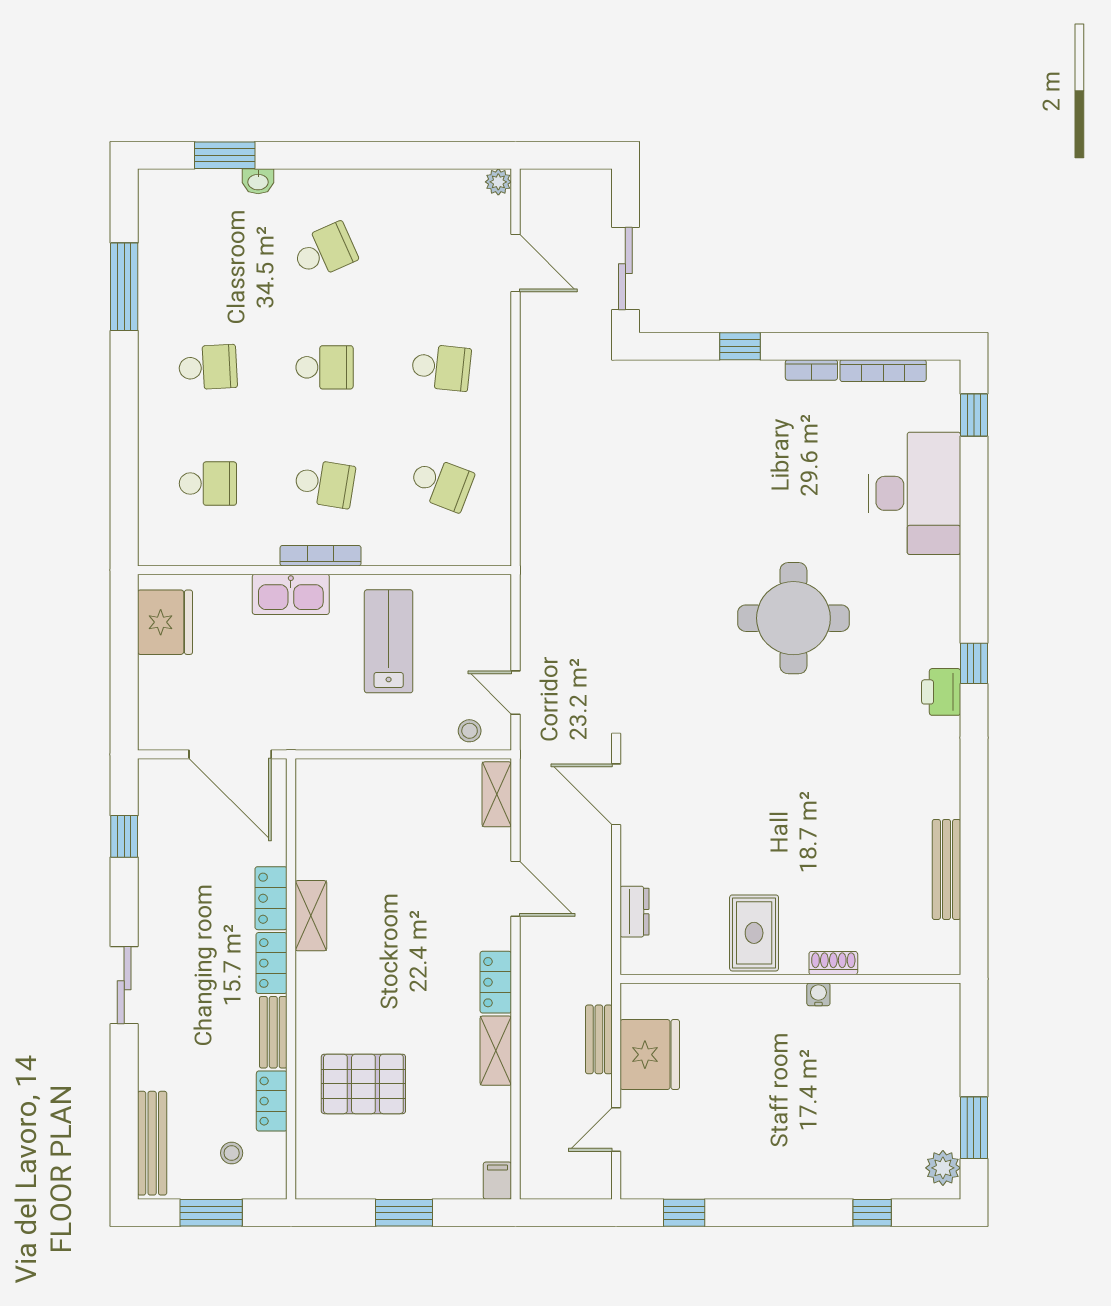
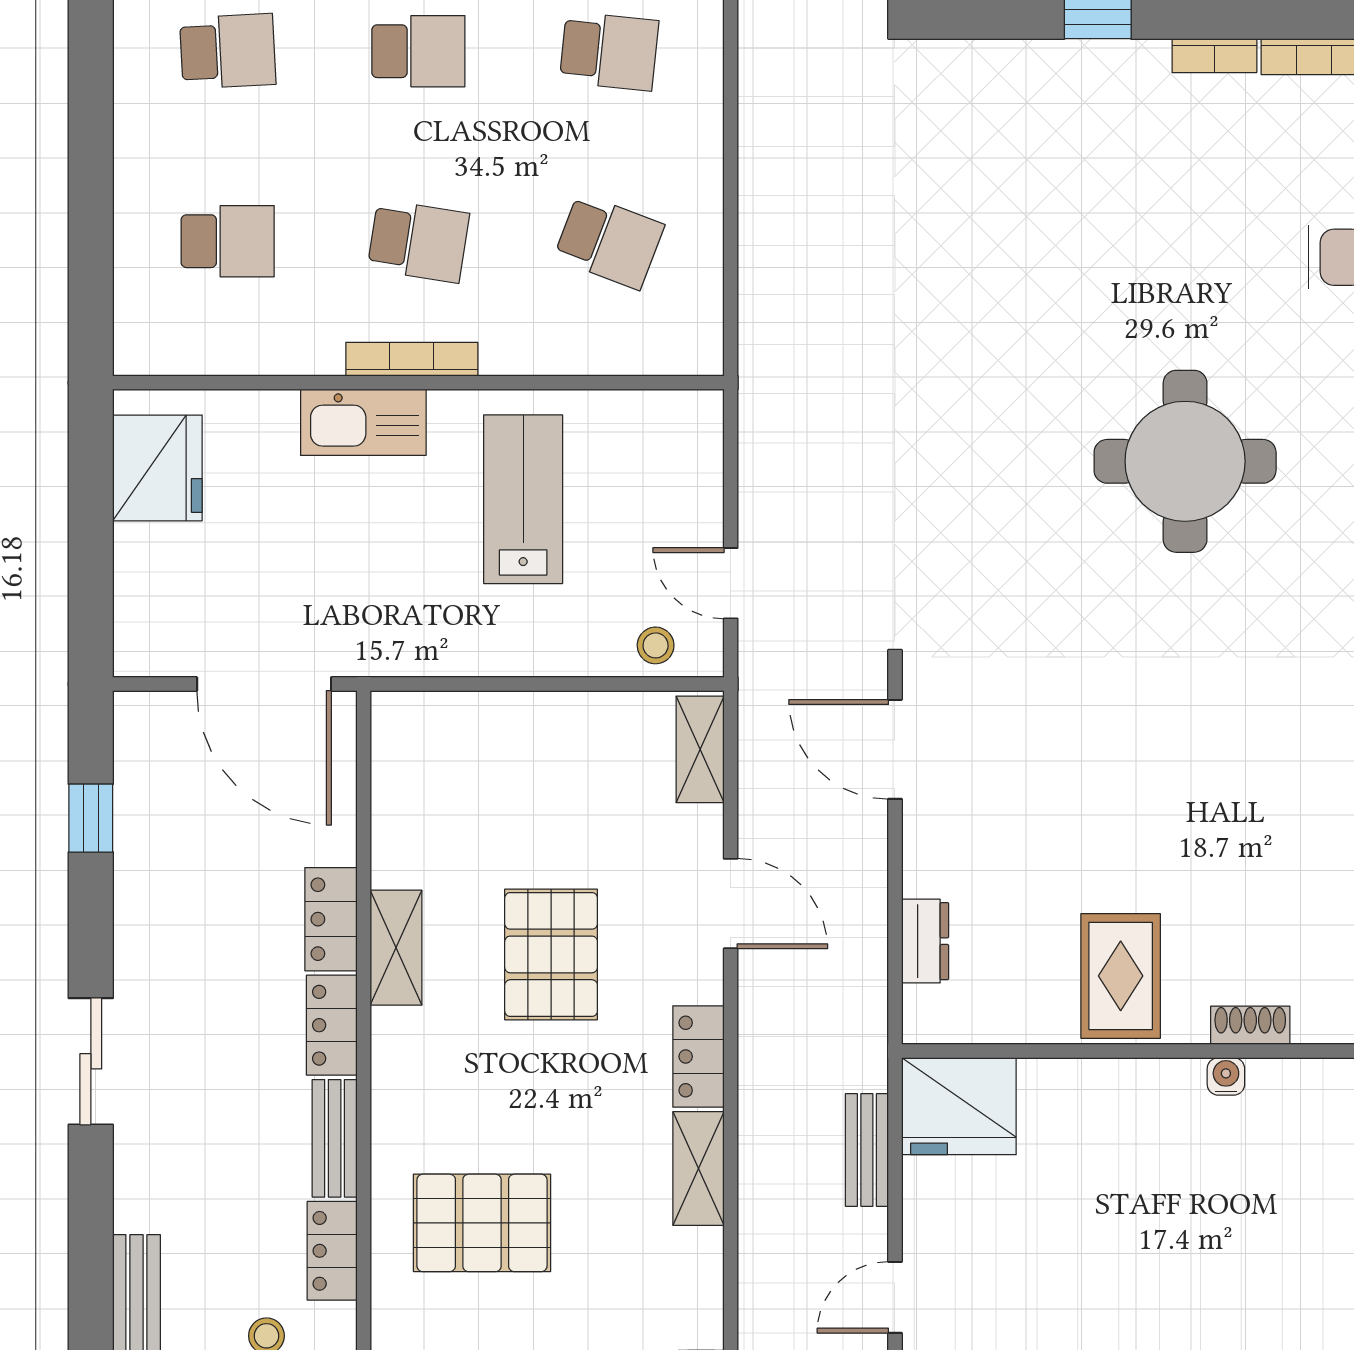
pallet: (406, 920) -> (551, 954), added
fridge: (650, 1055) -> (959, 1106), moved, turned 90

